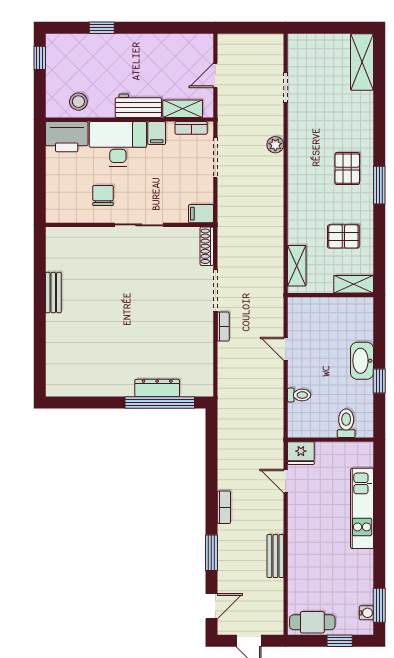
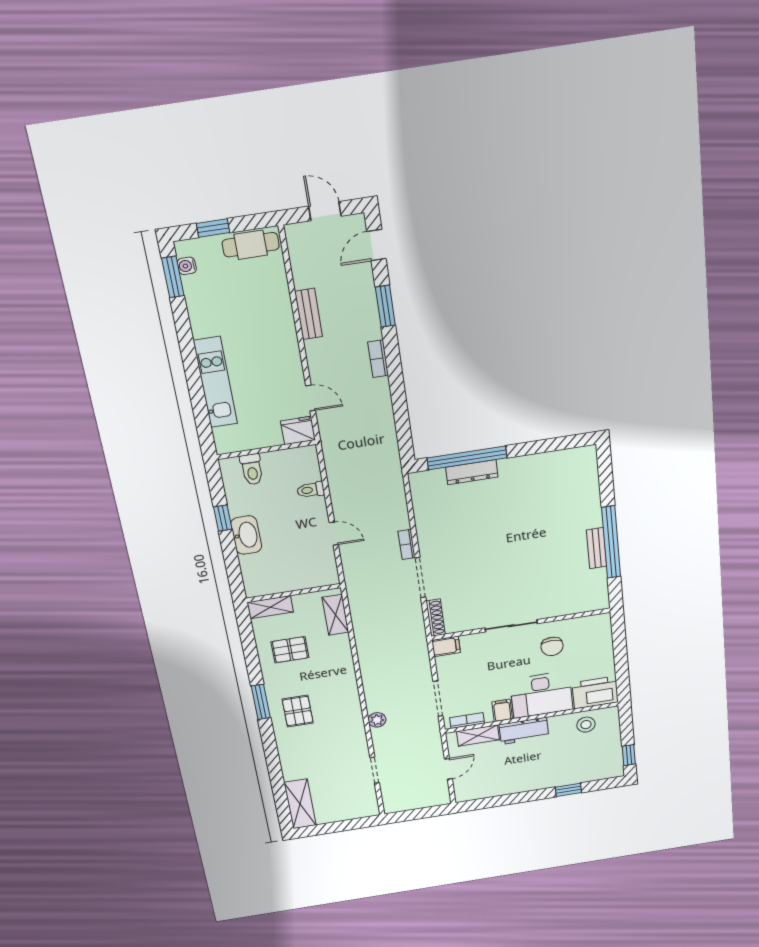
window: (40, 296) -> (611, 542), added

